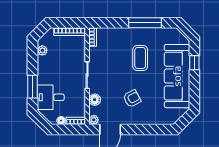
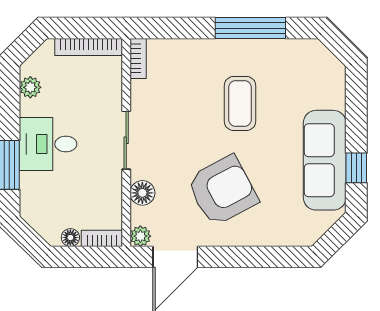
window: (194, 63) -> (356, 168), moved
sofa: (177, 76) -> (325, 160), width x0.74, depth x0.79
desk: (51, 97) -> (48, 144), moved
armchair: (132, 99) -> (222, 191), width x1.88, depth x1.88

